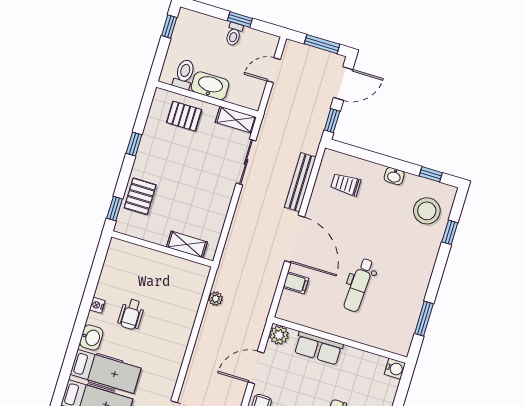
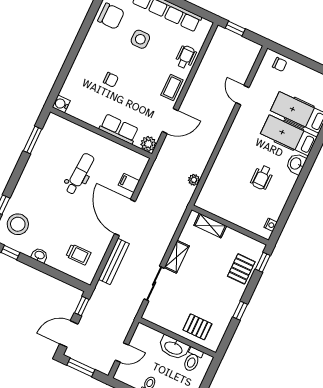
shelving: (236, 120) -> (177, 257), moved, turned 90
nightstand: (97, 305) -> (271, 225), moved
wheelchair: (131, 314) -> (262, 177), turned 180

